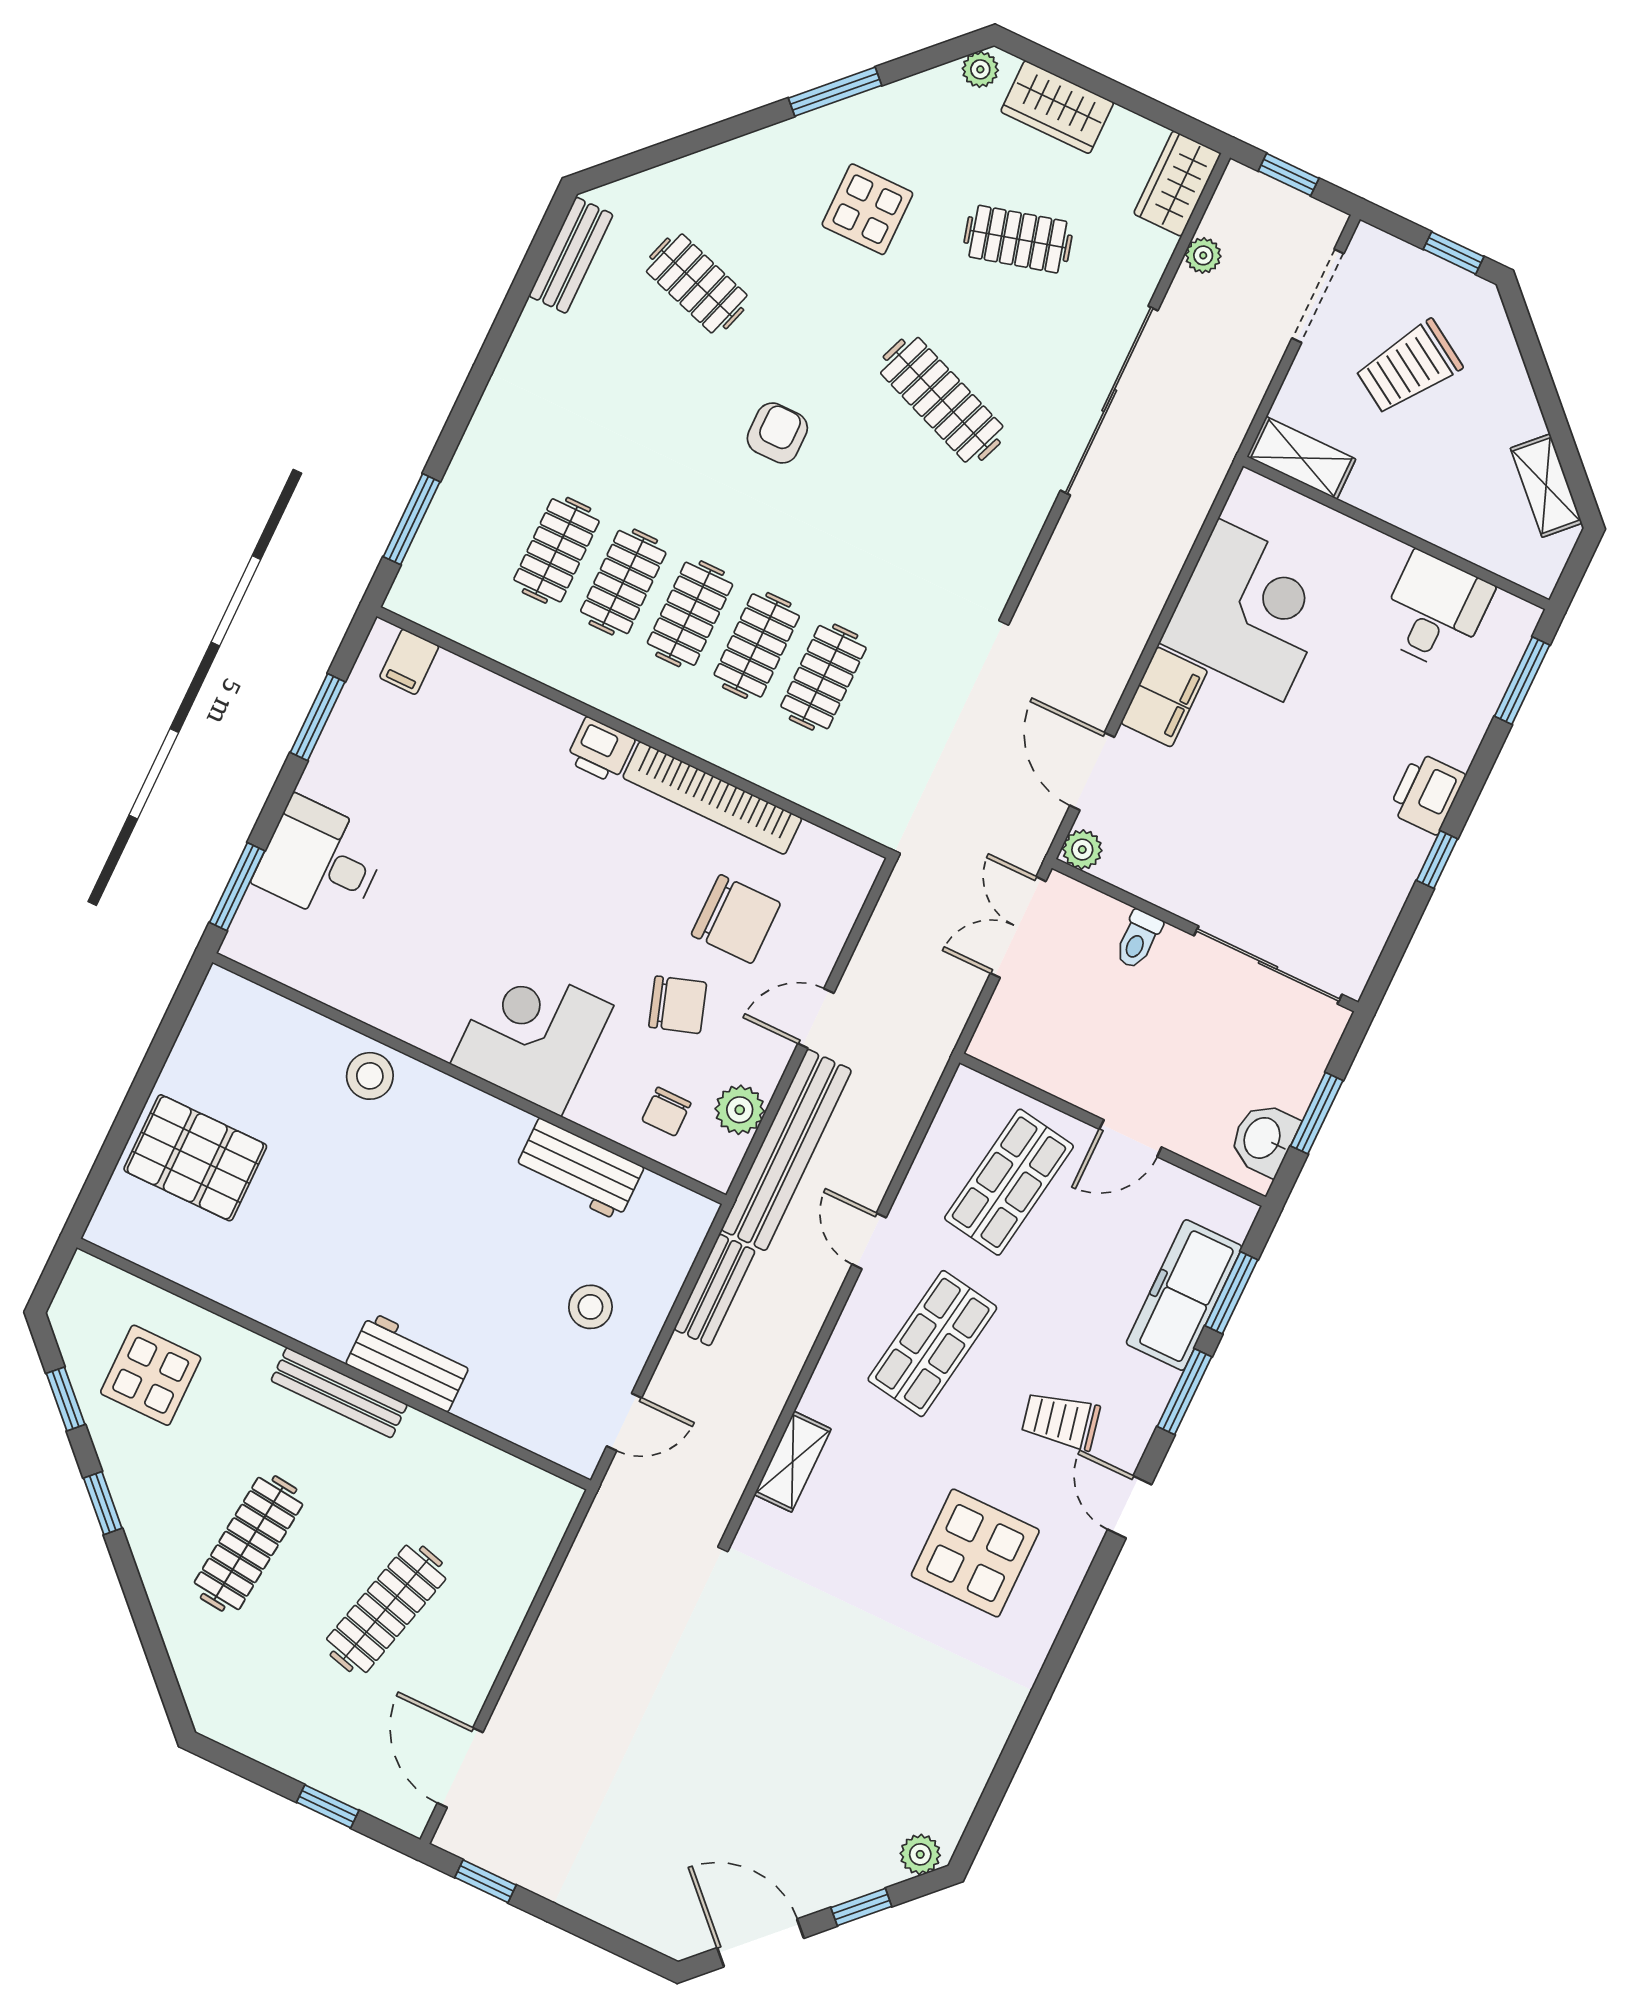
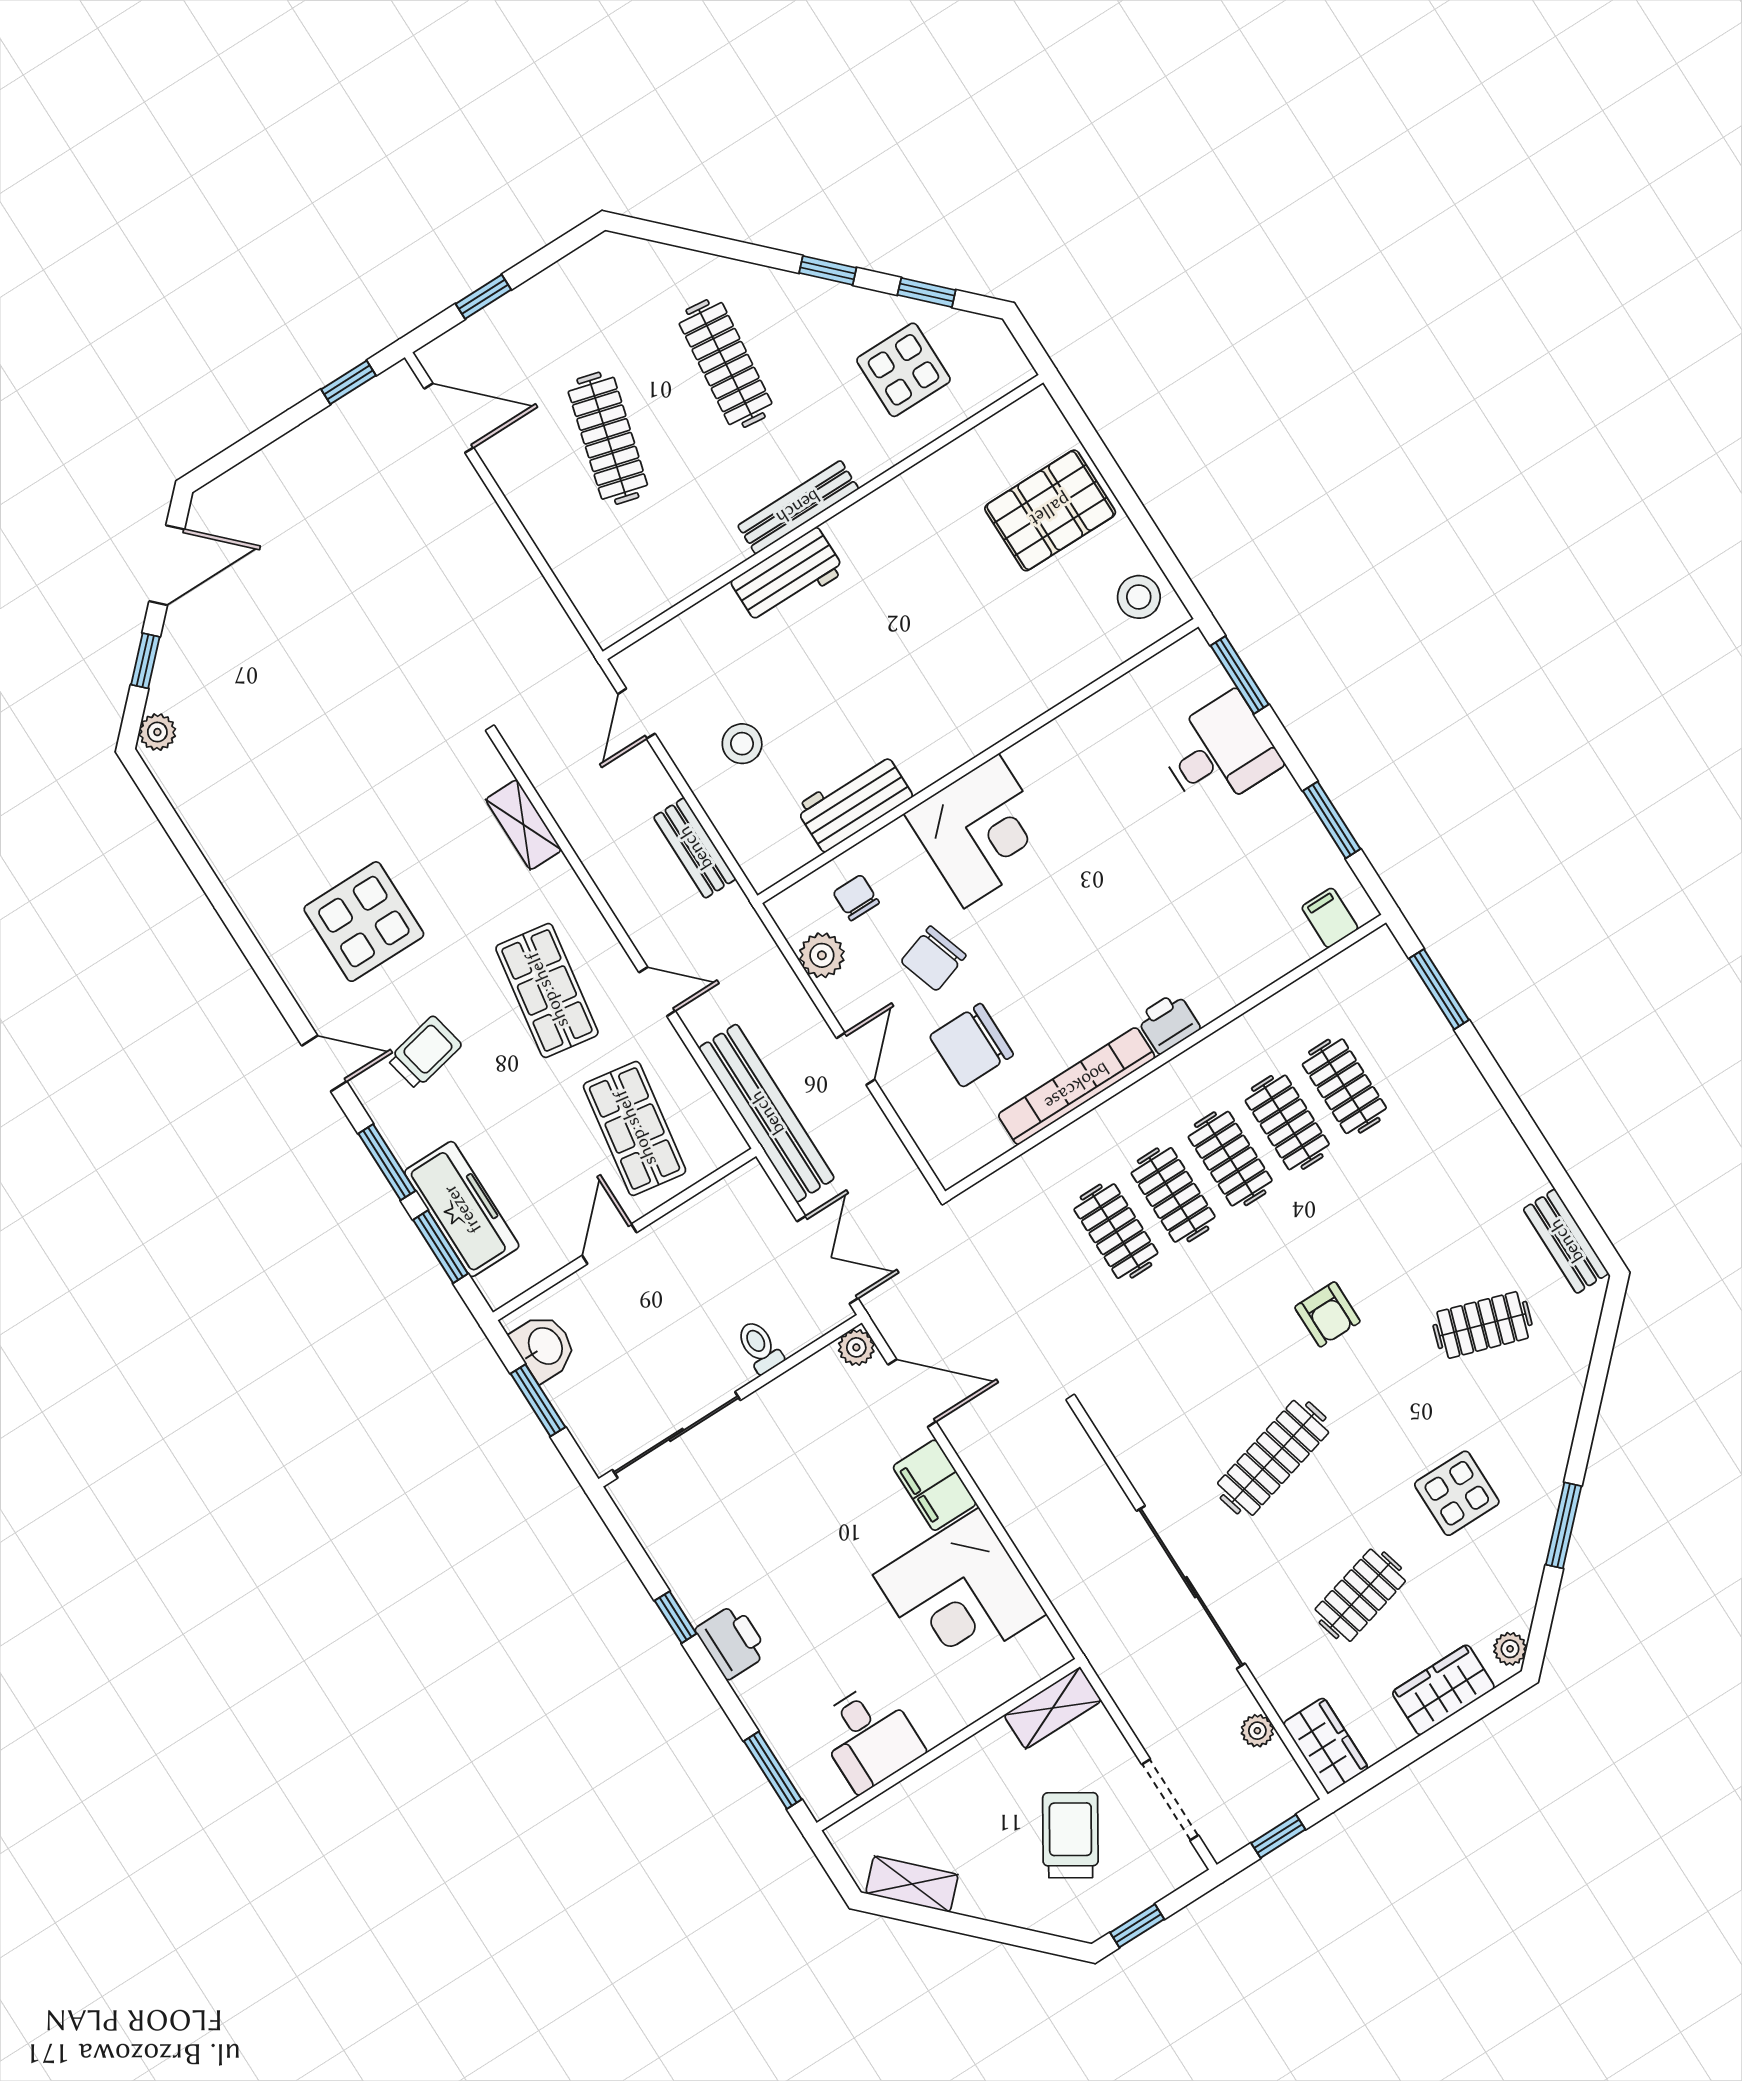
clothes rail: (942, 400) -> (1273, 1458), turned -36
stool: (370, 1076) -> (1139, 597), moved
bench: (786, 1150) -> (767, 1113), moved

